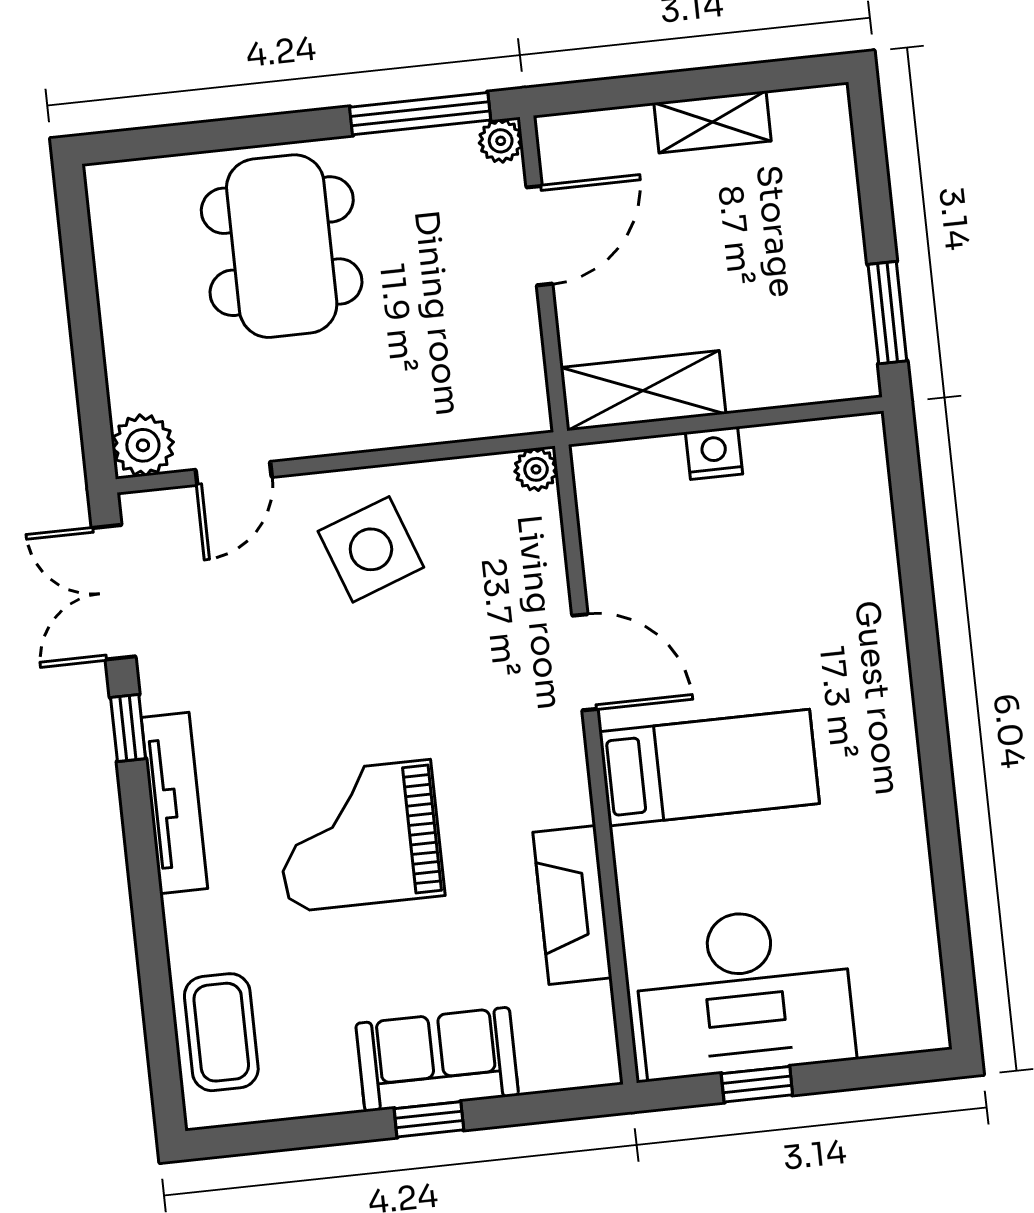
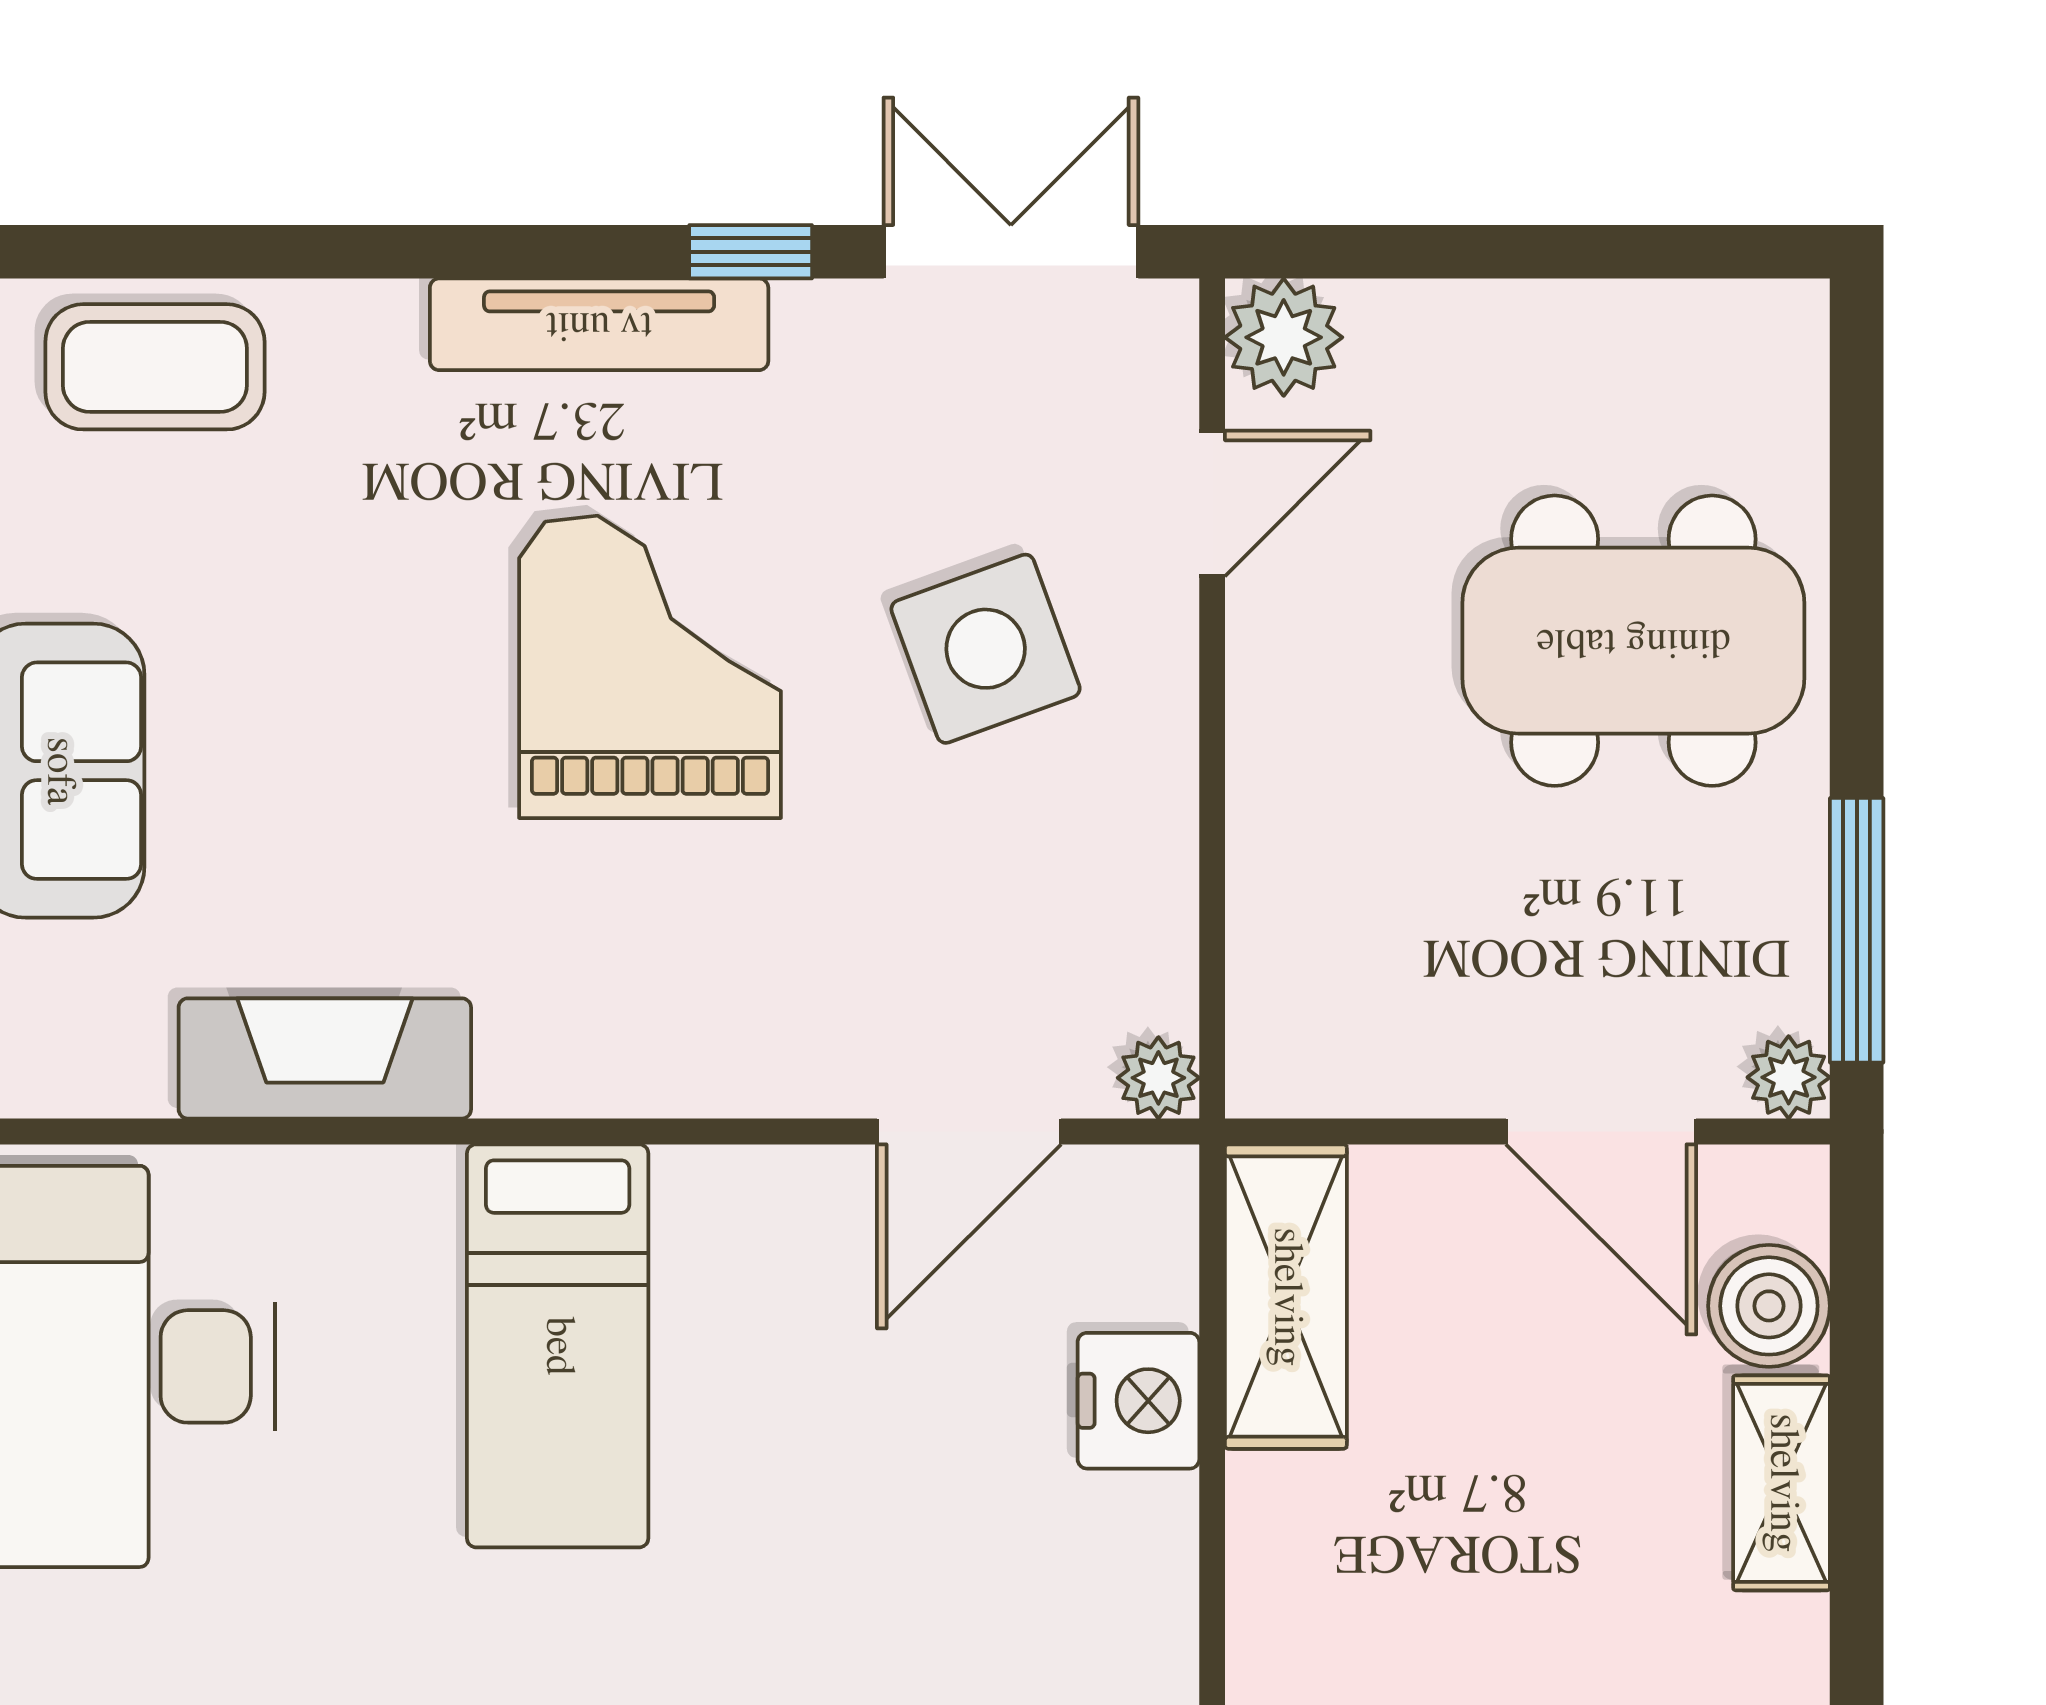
boiler: (621, 138) -> (1769, 1306), added
nightstand: (714, 453) -> (1138, 1401), width x1.36, depth x1.33
door: (234, 473) -> (1212, 503), swing flipped
side table: (371, 549) -> (986, 649), moved
door: (585, 662) -> (969, 1131), moved
grand piano: (359, 836) -> (650, 667), moved

